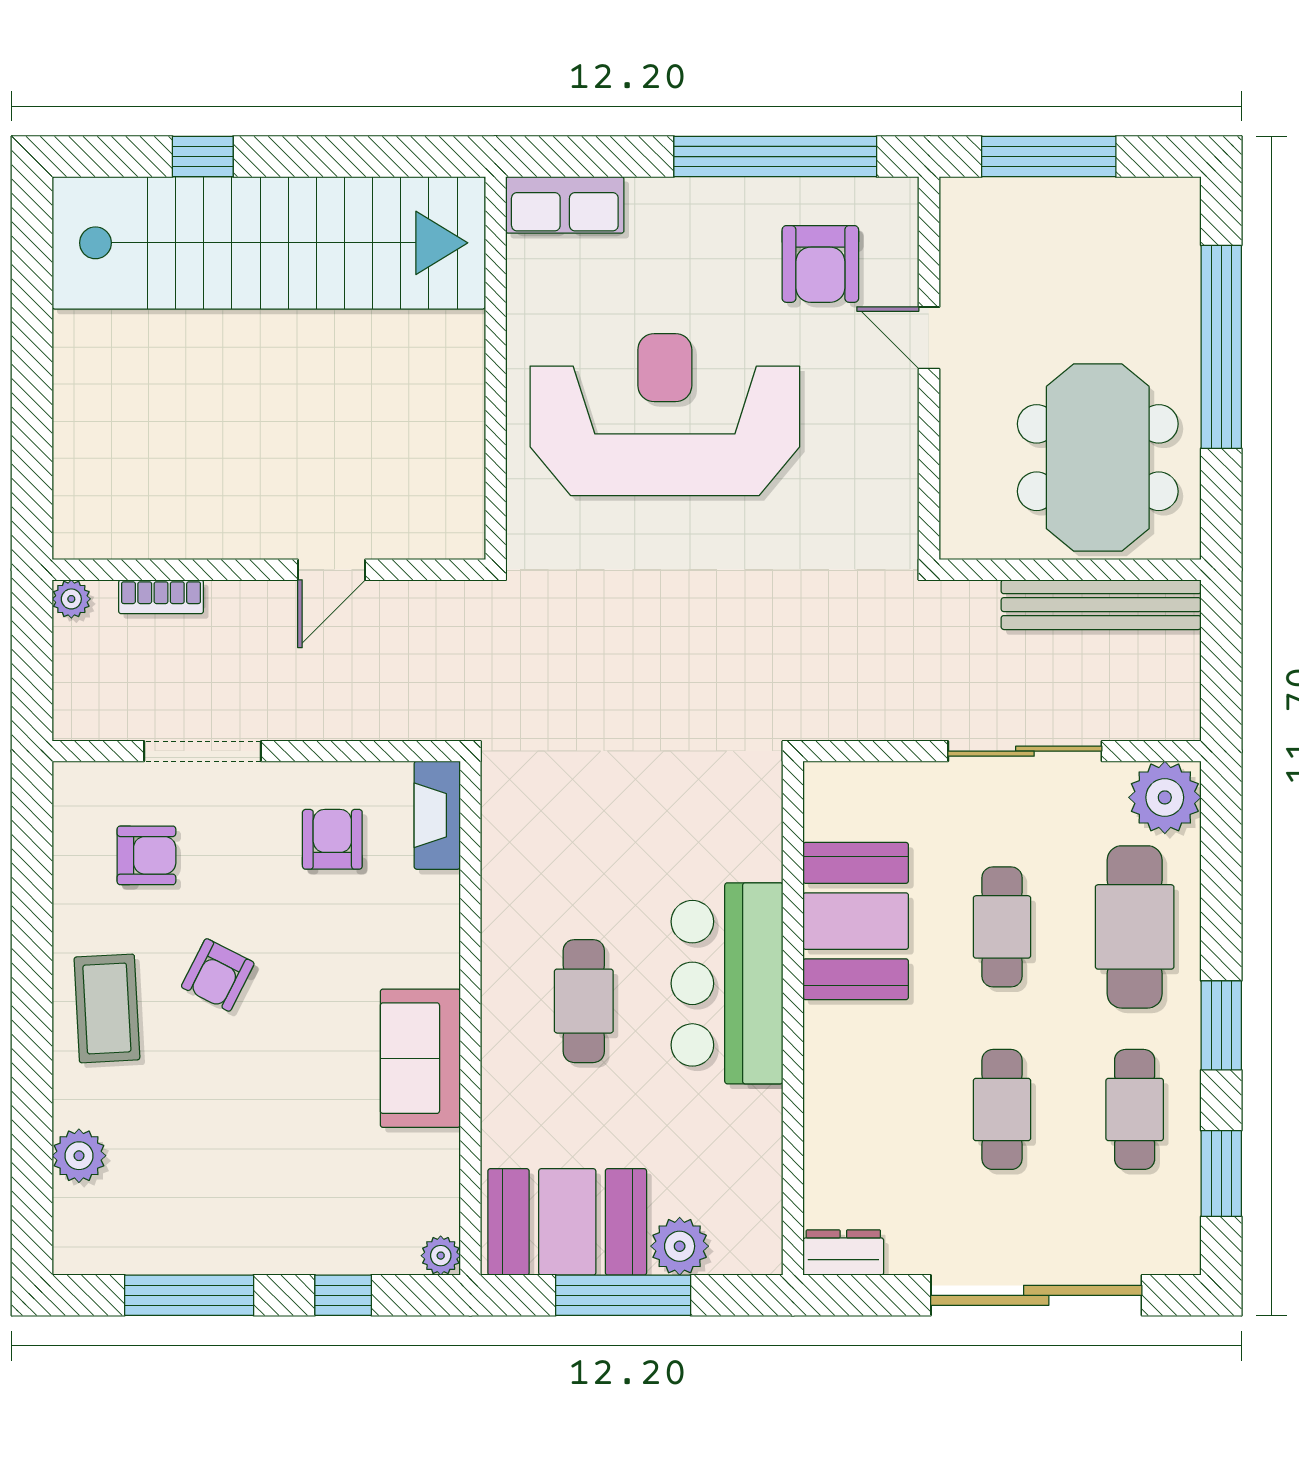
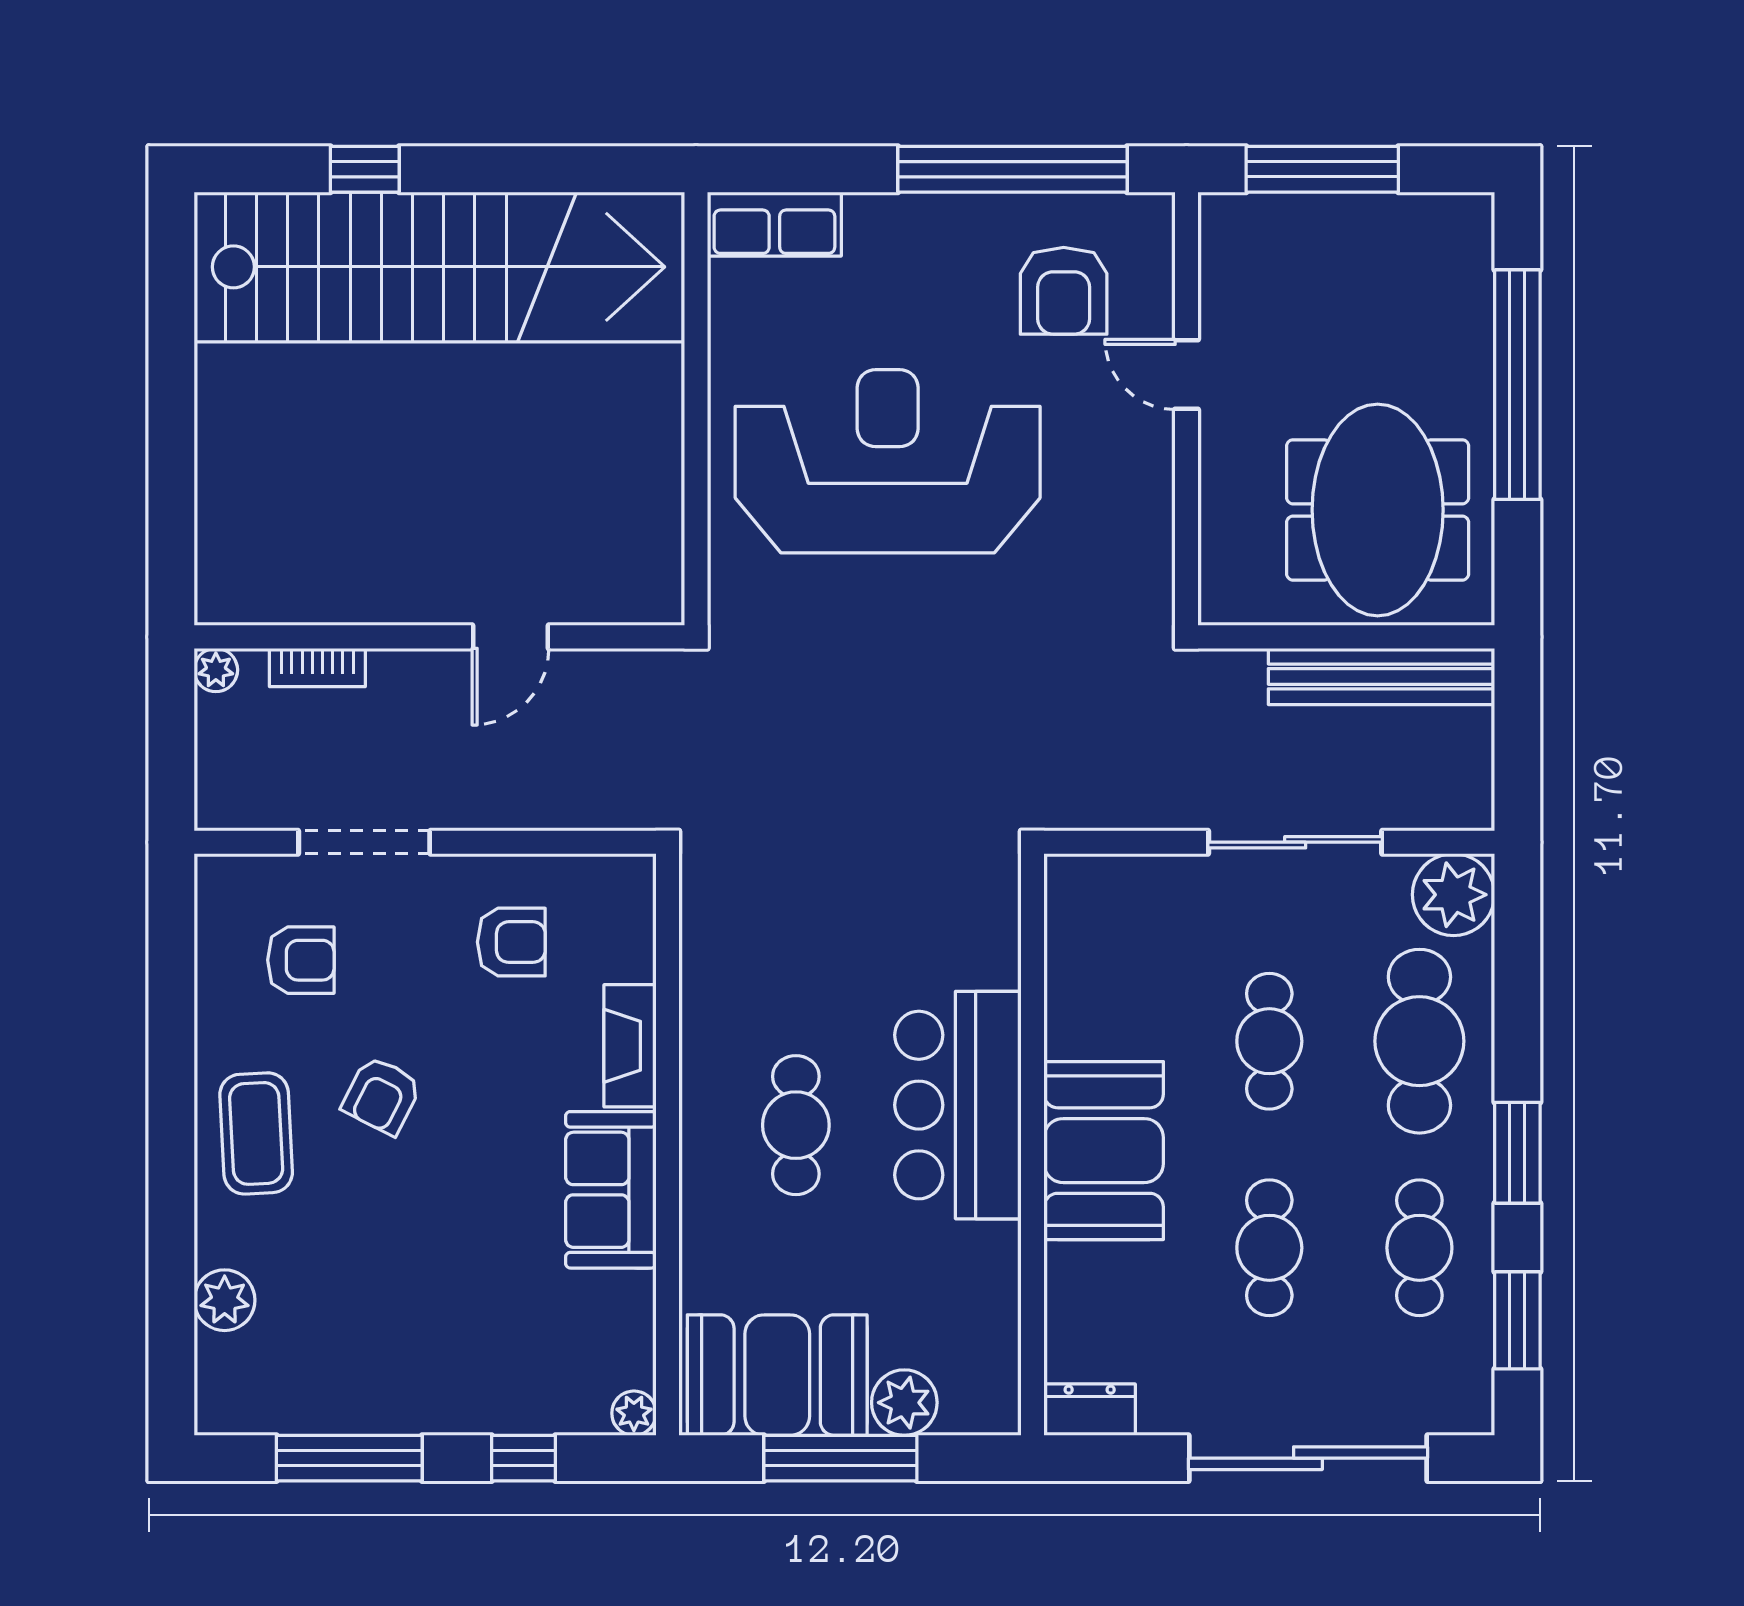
fireplace: (437, 815) -> (630, 1046), moved
armchair: (332, 839) -> (511, 942), turned 90
booth: (856, 921) -> (1104, 1151), moved

